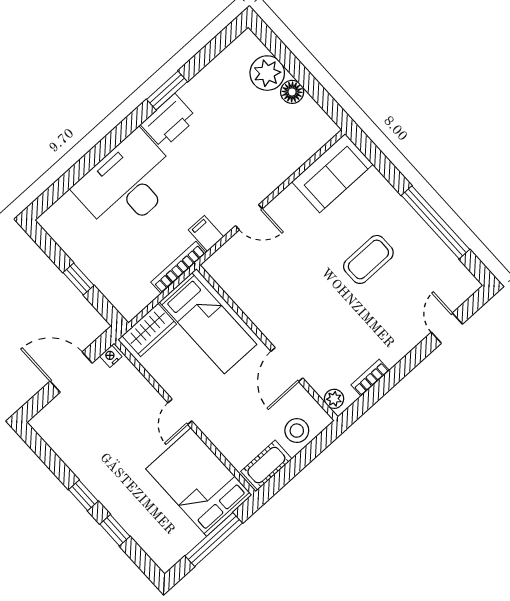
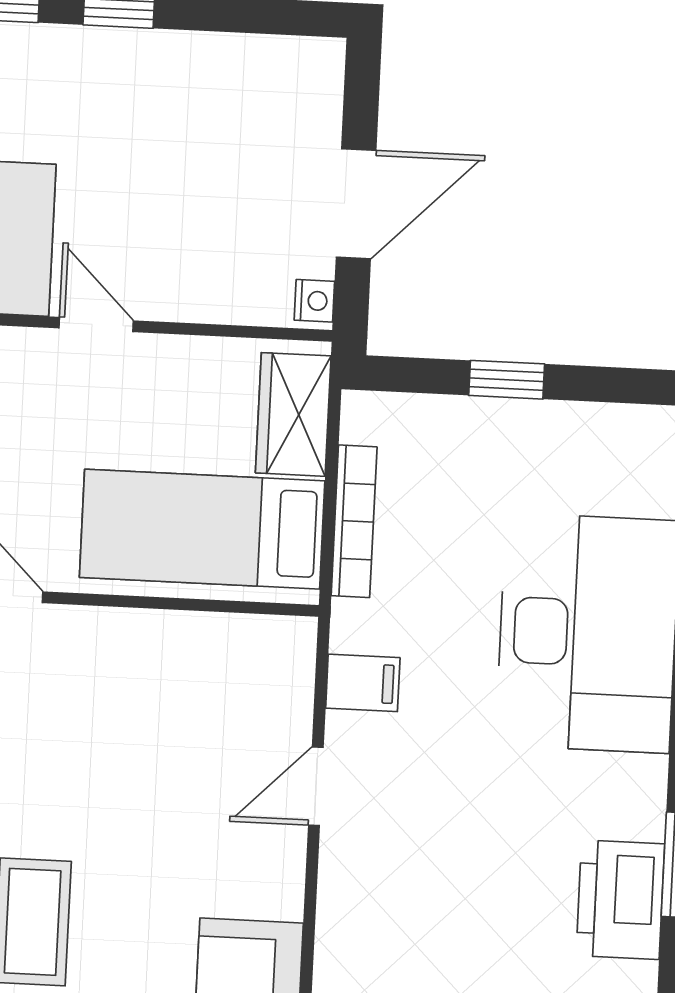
printer: (169, 121) -> (620, 900), moved
bookcase: (179, 267) -> (354, 521), moved

